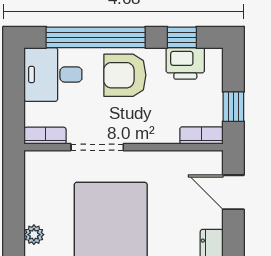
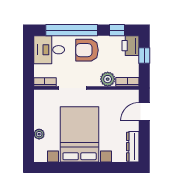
printer: (185, 63) -> (130, 46), moved, turned 90
window: (233, 107) -> (144, 55), moved
plant: (164, 130) -> (108, 79), added
door: (233, 192) -> (144, 112), hinge flipped

